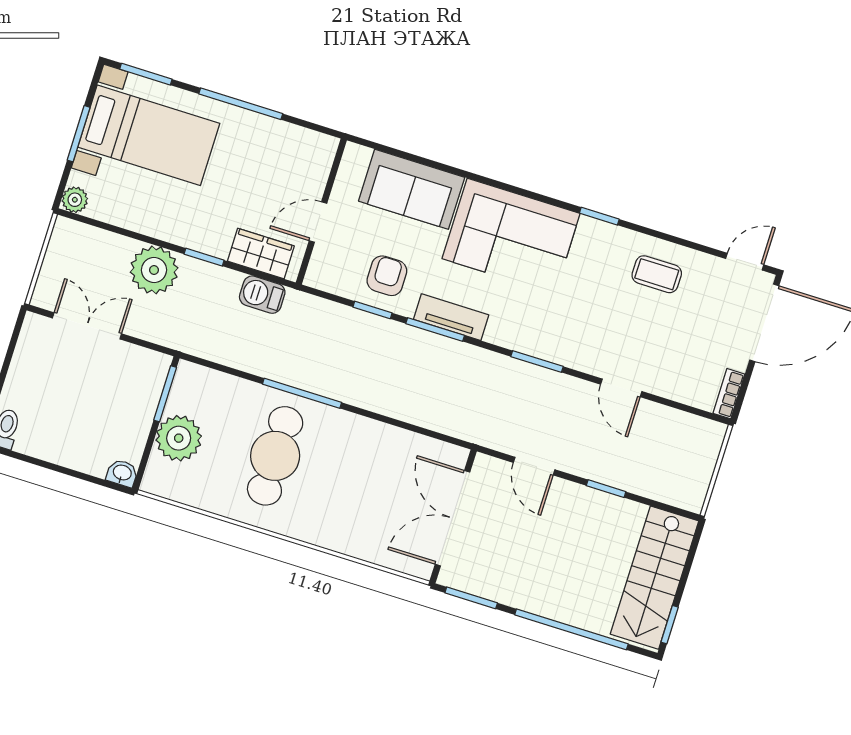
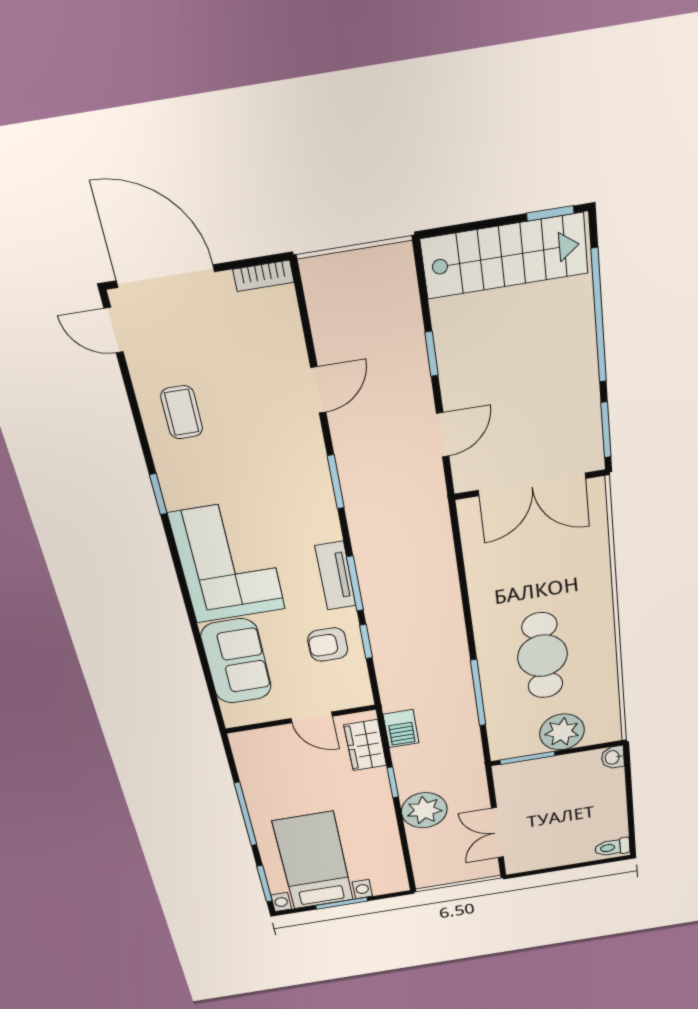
plant: (75, 200) -> (397, 883), removed
window: (302, 393) -> (478, 693), moved
cafe table: (275, 456) -> (542, 656), turned 90

